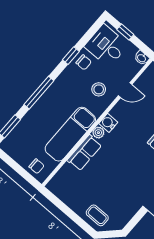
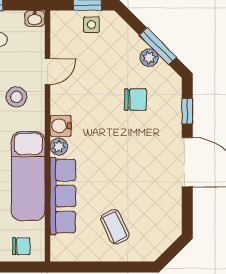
row of seats: (84, 153) -> (63, 196), width x1.48
coffee table: (97, 215) -> (115, 227), moved, turned 65

